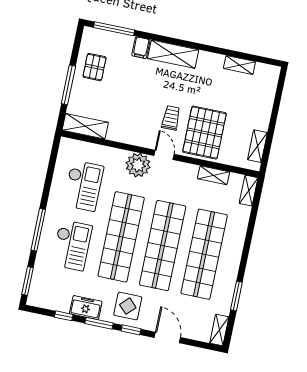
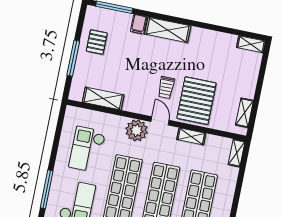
shelving: (239, 65) -> (251, 44), moved
trolley: (171, 118) -> (166, 88), turned 180
shelving: (85, 126) -> (103, 98), moved
shelving: (214, 175) -> (191, 136), moved
checkout: (83, 186) -> (87, 149), turned 180

